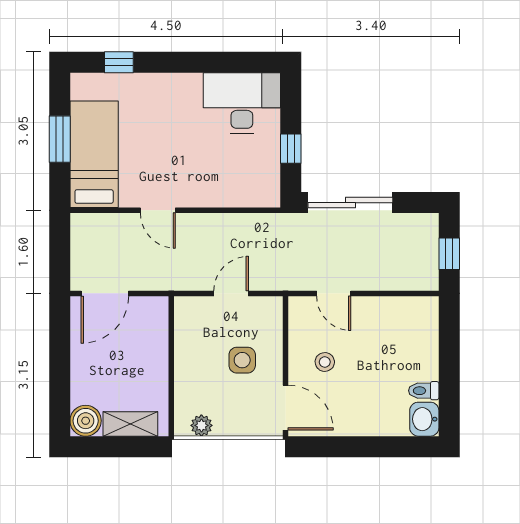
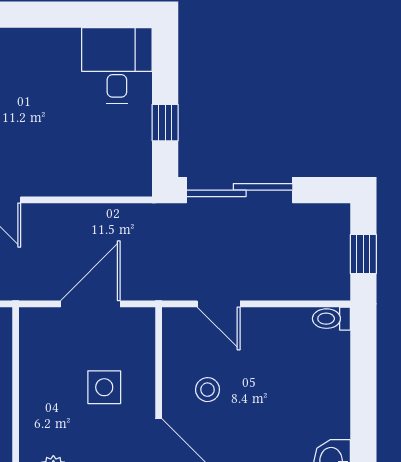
desk: (242, 103) -> (117, 65), width x0.73
door: (231, 293) -> (90, 304), width x1.38
toilet: (424, 391) -> (331, 319), moved

